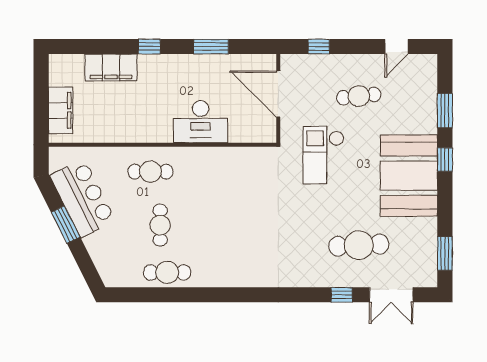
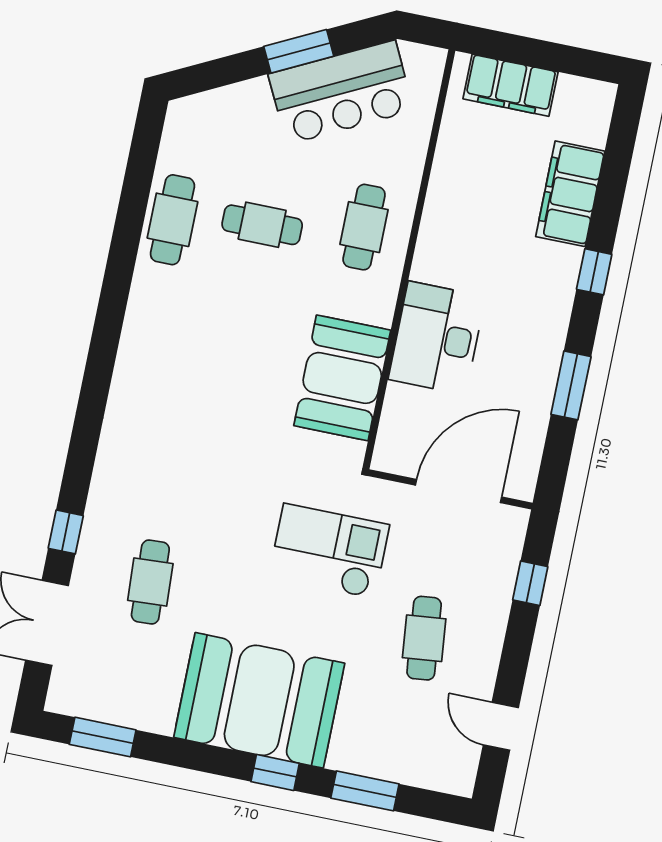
booth: (232, 167) -> (342, 378), added
cafe table: (359, 245) -> (150, 582), width x0.73, depth x0.74

